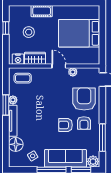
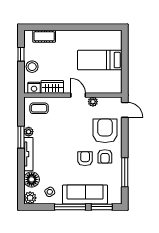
cot: (42, 11) -> (44, 36), moved
stool: (29, 32) -> (32, 67), moved
bed: (79, 33) -> (100, 60), width x0.67
armchair: (65, 125) -> (85, 159), turned 90
plant: (93, 161) -> (30, 198), moved

